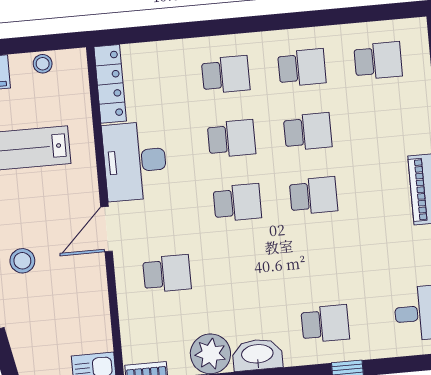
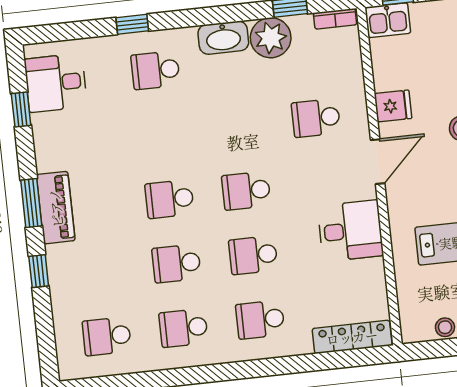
locker: (110, 84) -> (352, 337), moved, turned 90
desk: (135, 161) -> (350, 231), width x0.73
fridge: (90, 284) -> (393, 106), added

